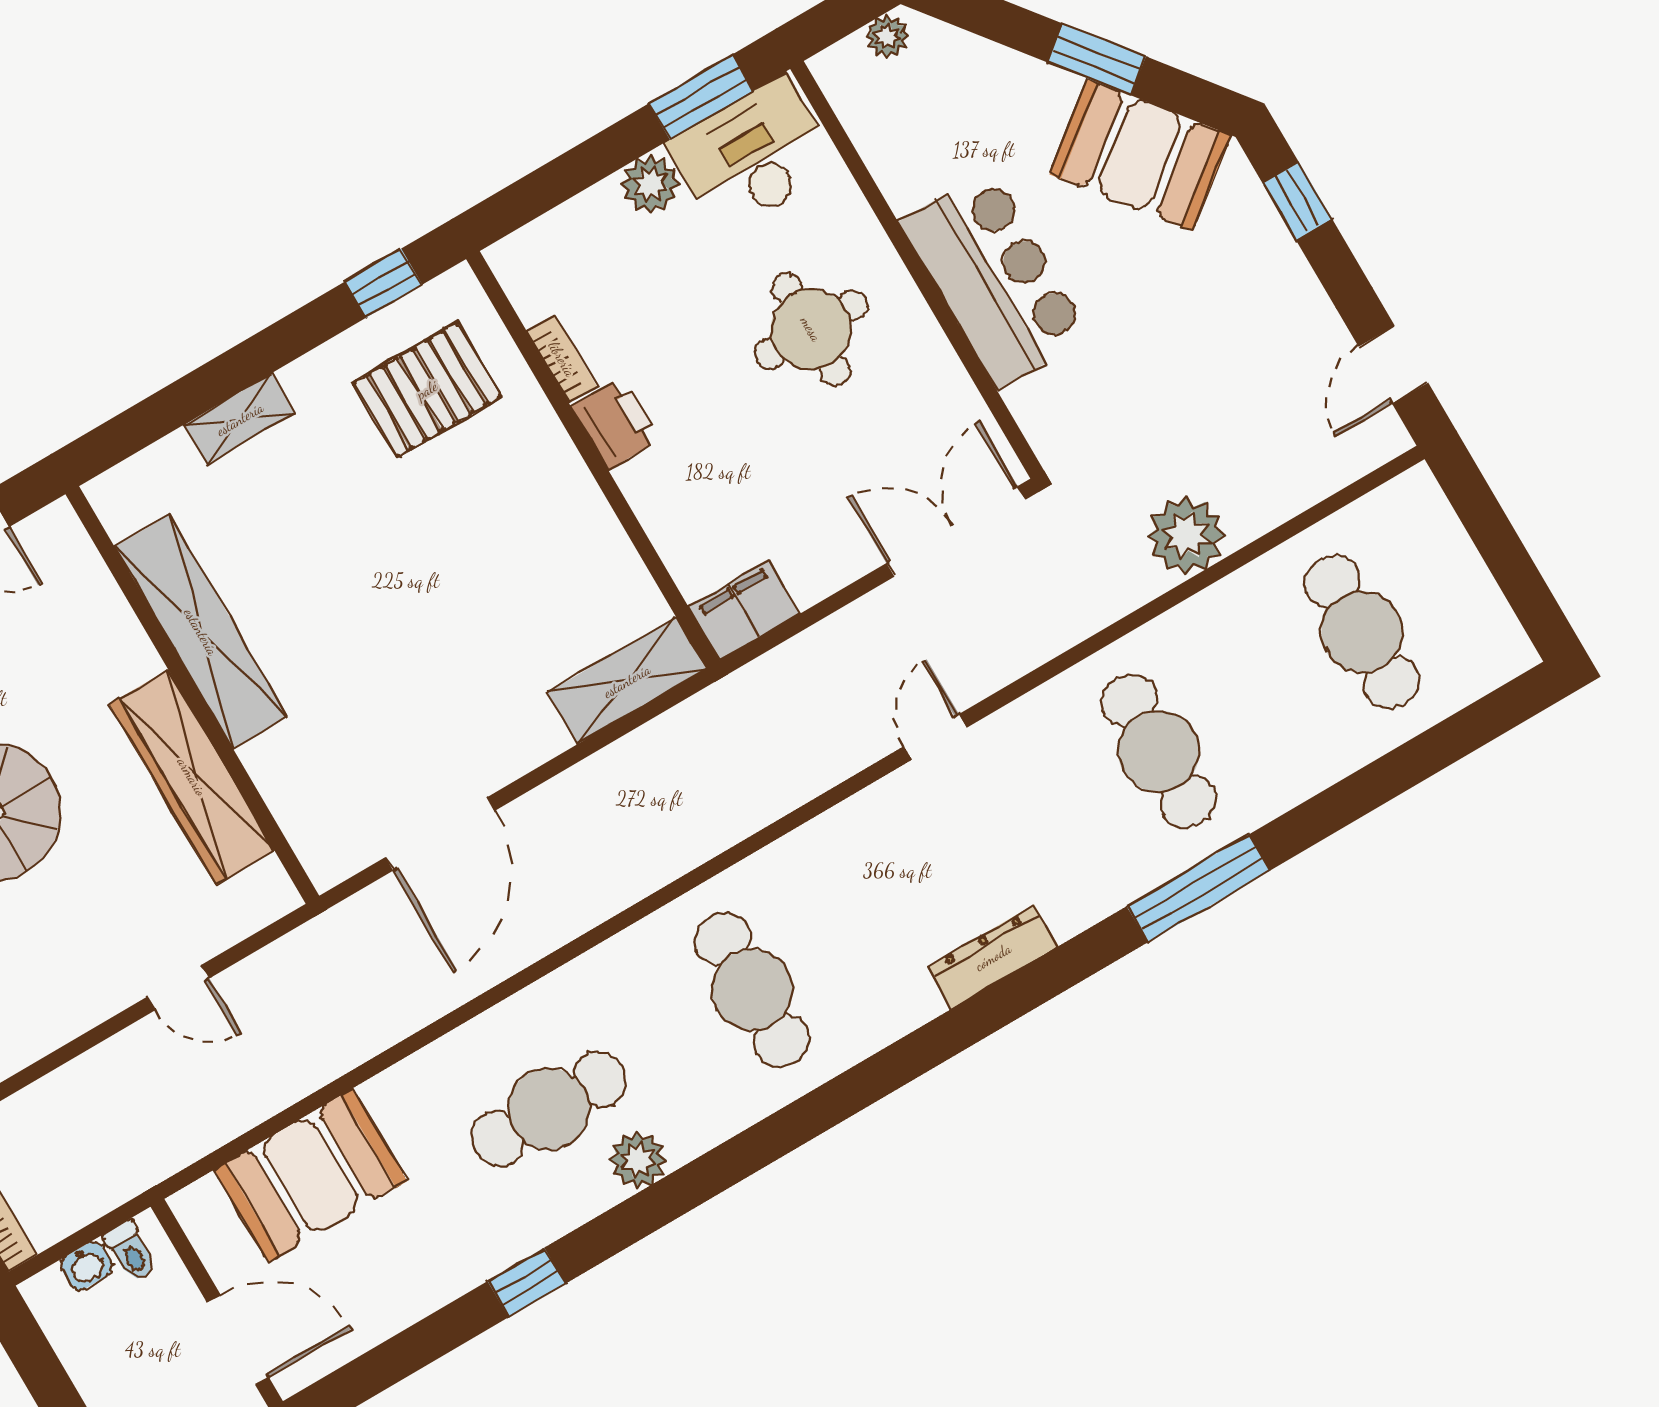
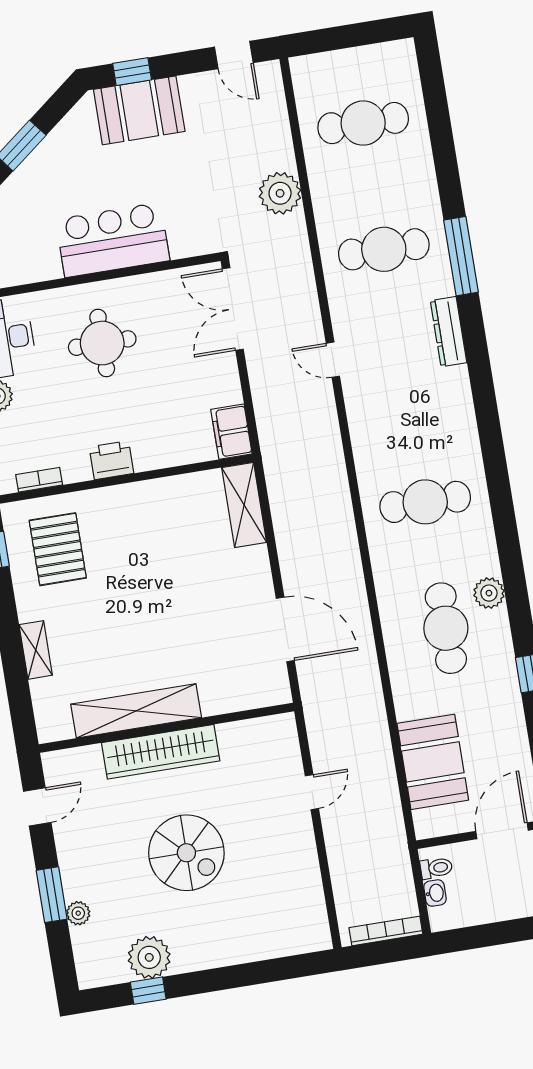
booth: (1140, 155) -> (139, 110), moved, turned 38
bookcase: (562, 359) -> (39, 480), moved
wardrobe: (192, 777) -> (161, 752), moved
dresser: (993, 957) -> (449, 332), moved

